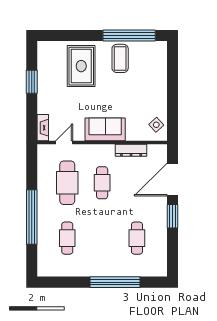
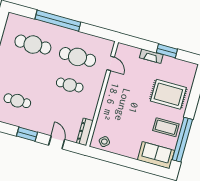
fireplace: (43, 128) -> (151, 56), moved
sofa: (105, 129) -> (156, 155), moved, turned -90
dresser: (131, 150) -> (85, 132), moved
door: (172, 179) -> (57, 142), width x0.53
cafe table: (67, 238) -> (33, 45), width x1.37, depth x1.35

